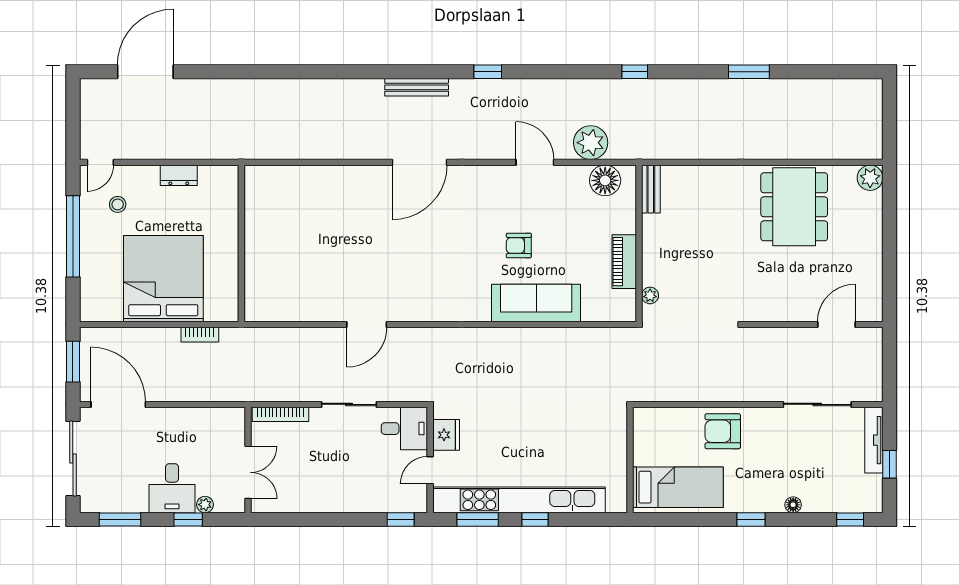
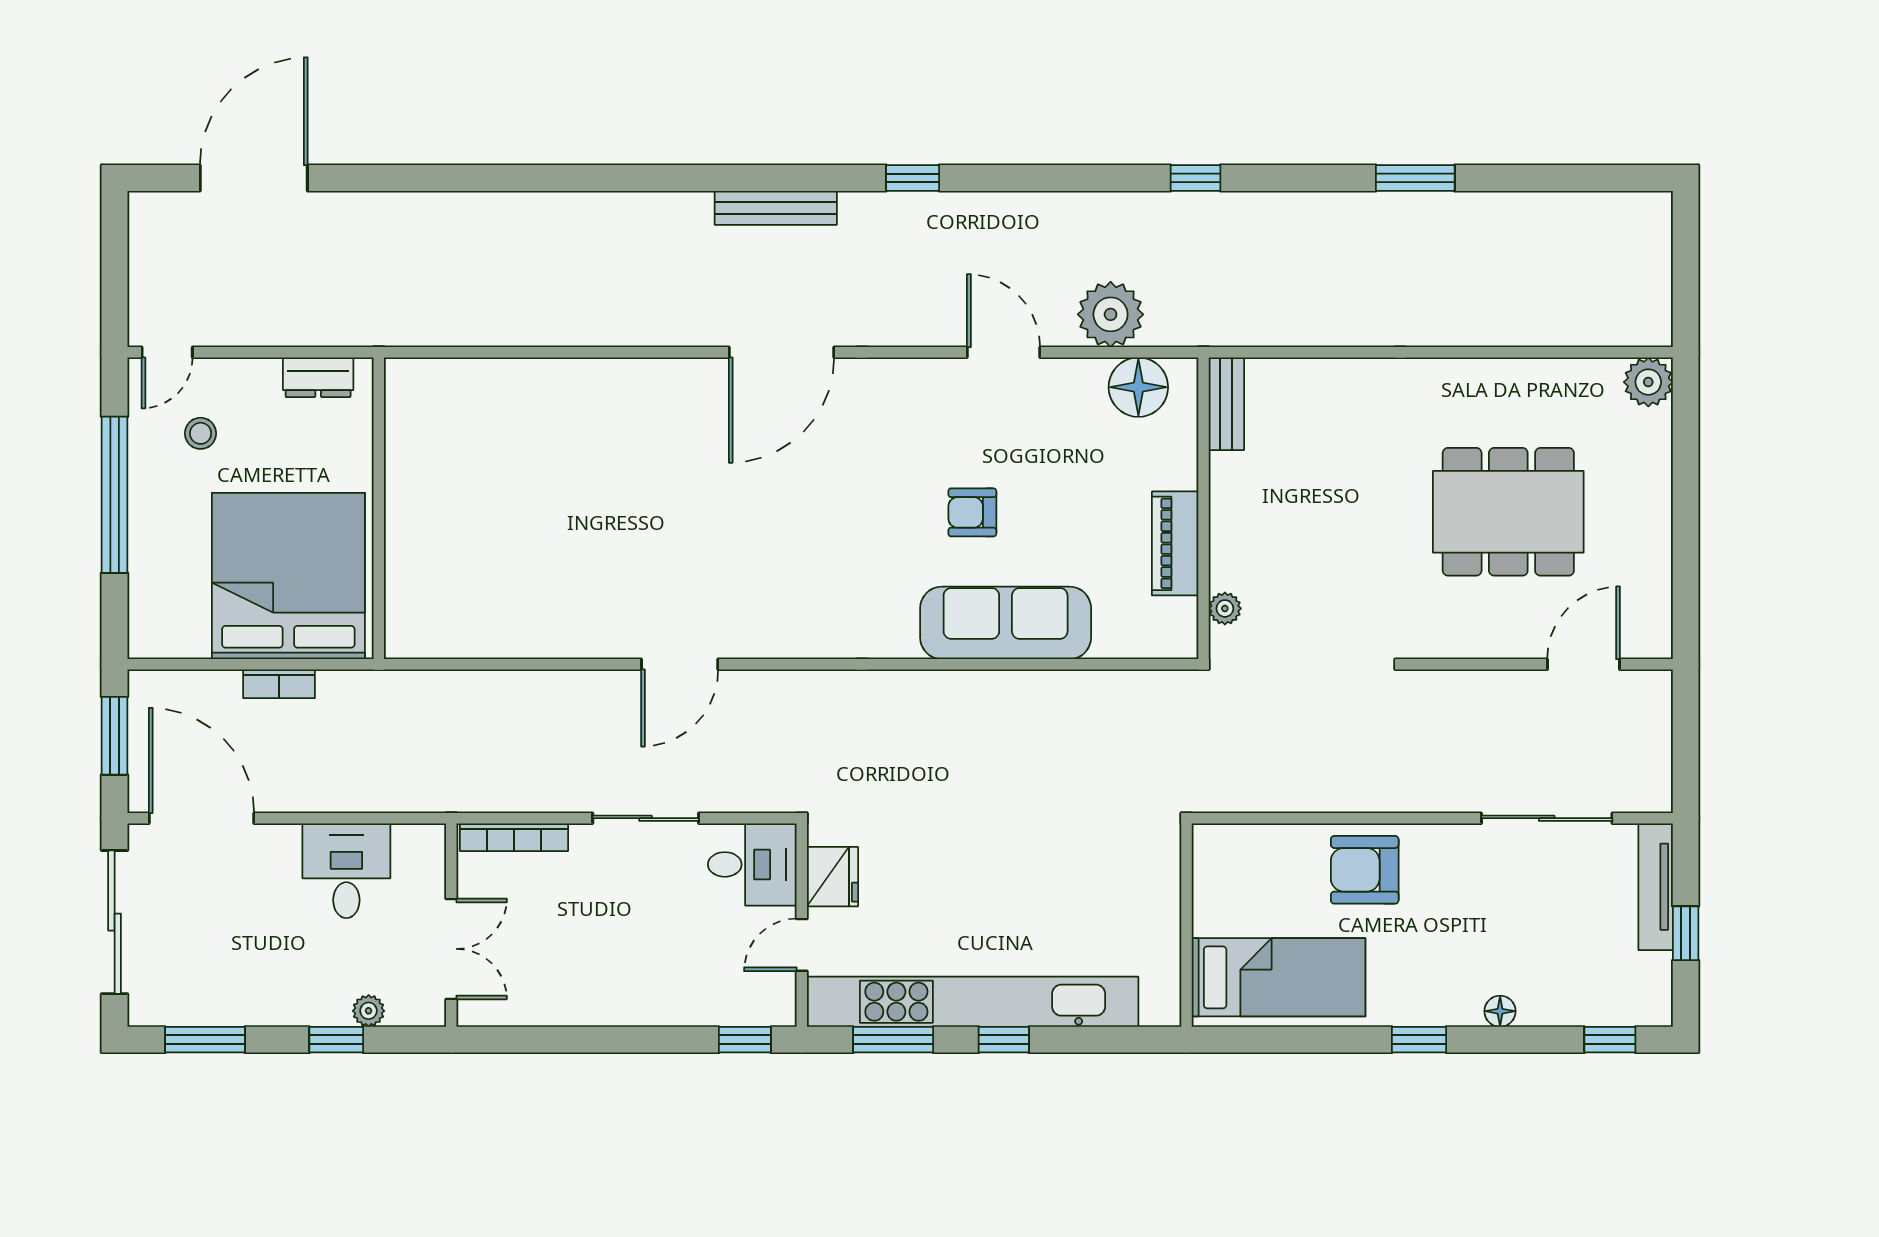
dining table: (794, 207) -> (1508, 512), moved, turned 90
wall: (241, 243) -> (379, 508), moved
bookcase: (200, 335) -> (279, 684), moved
desk: (172, 488) -> (346, 871), moved, turned 180

